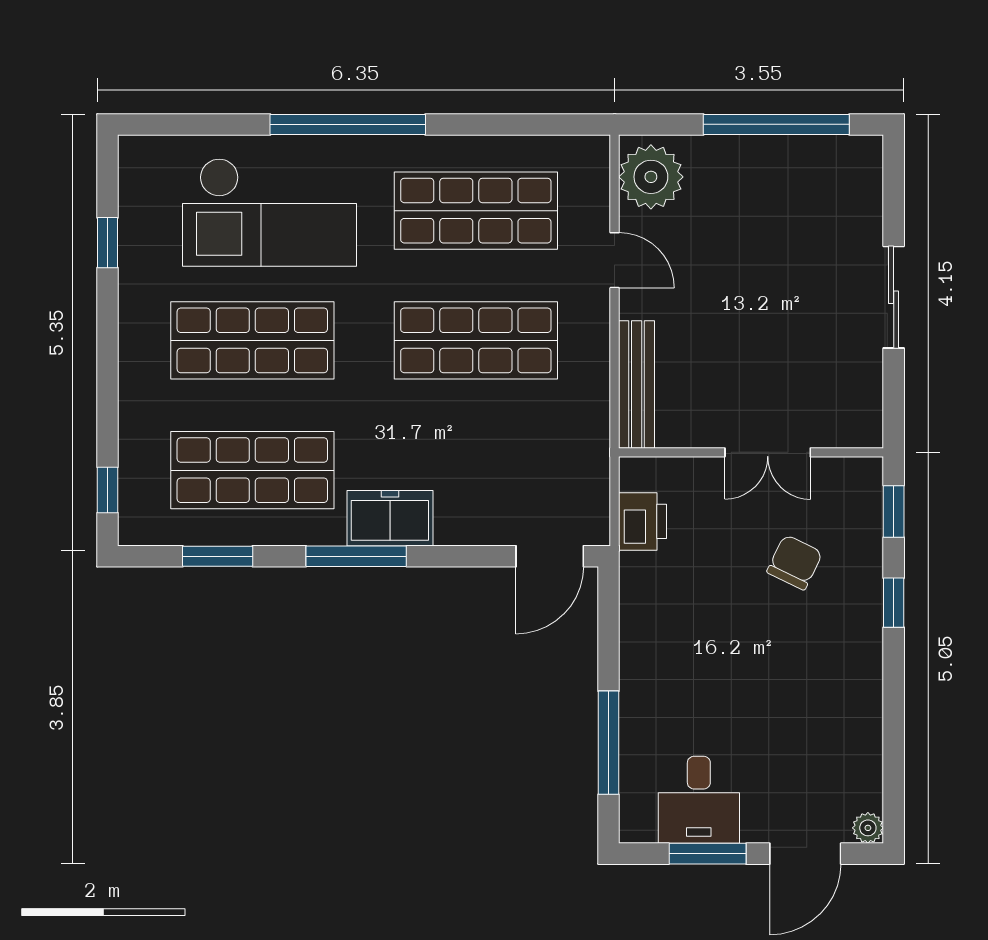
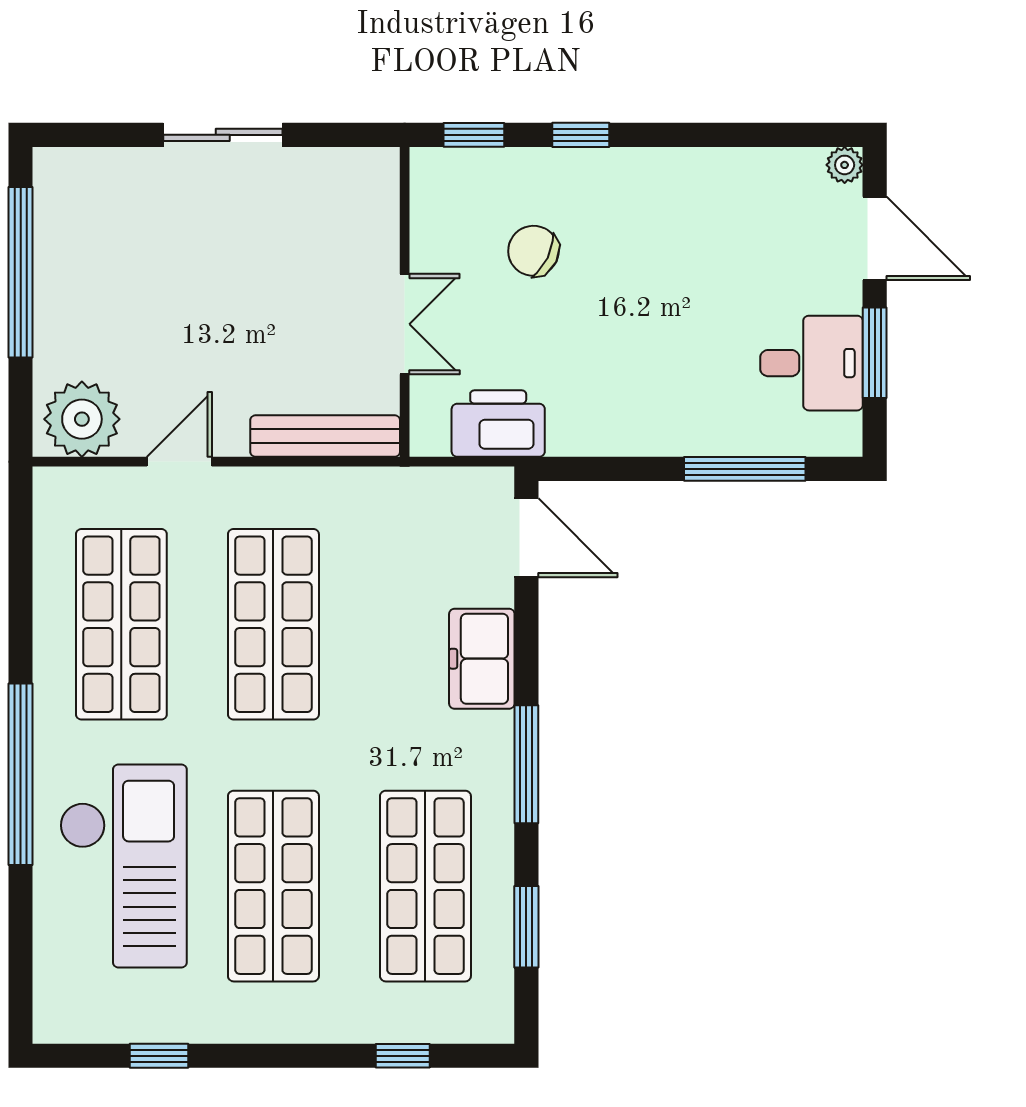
double door: (768, 452) -> (405, 324), moved
window: (107, 490) -> (403, 1056), moved
freezer: (390, 518) -> (482, 659), moved
printer: (642, 521) -> (498, 424), width x1.37, depth x1.19

